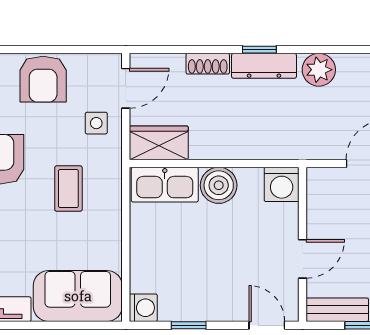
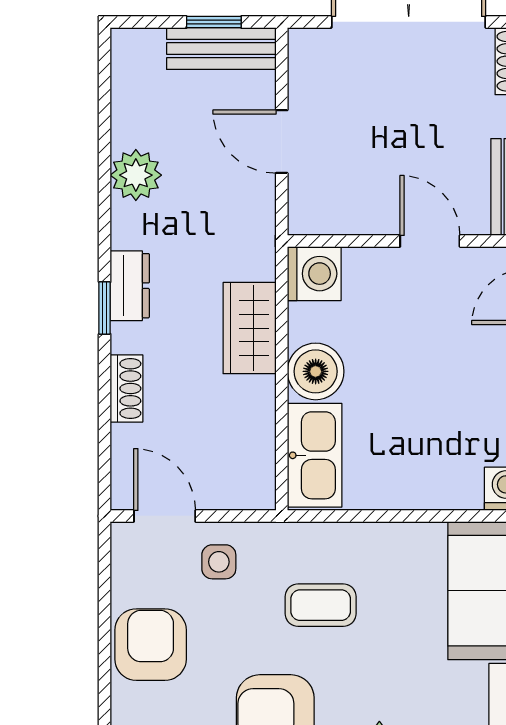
dresser: (264, 66) -> (130, 286), width x0.70
plant: (319, 70) -> (136, 175), moved
armchair: (43, 79) -> (151, 645), turned -90
wardrobe: (159, 143) -> (250, 328), moved

